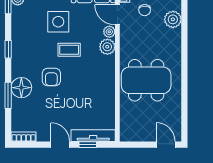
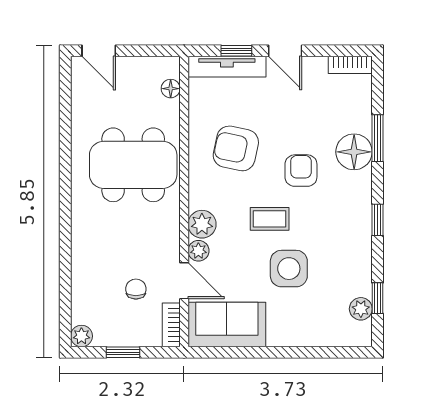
plant: (173, 19) -> (86, 273), removed
armchair: (88, 90) -> (236, 148), added
floor lamp: (125, 123) -> (171, 89), added

